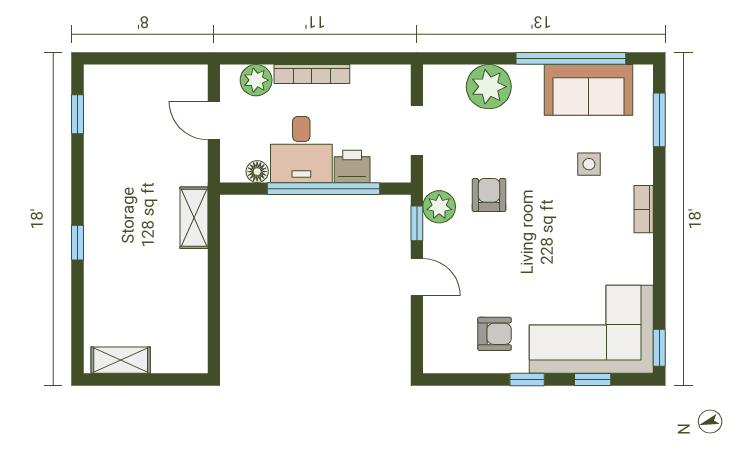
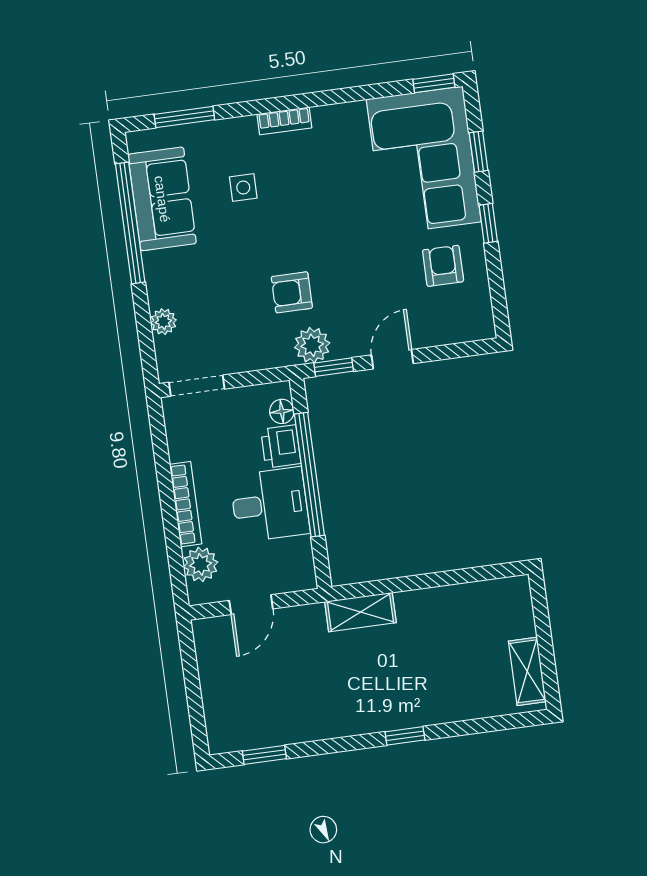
plant: (489, 87) -> (163, 322), width x0.53, depth x0.53
doorway: (417, 130) -> (197, 386), moved
floor lamp: (257, 172) -> (282, 411), moved

